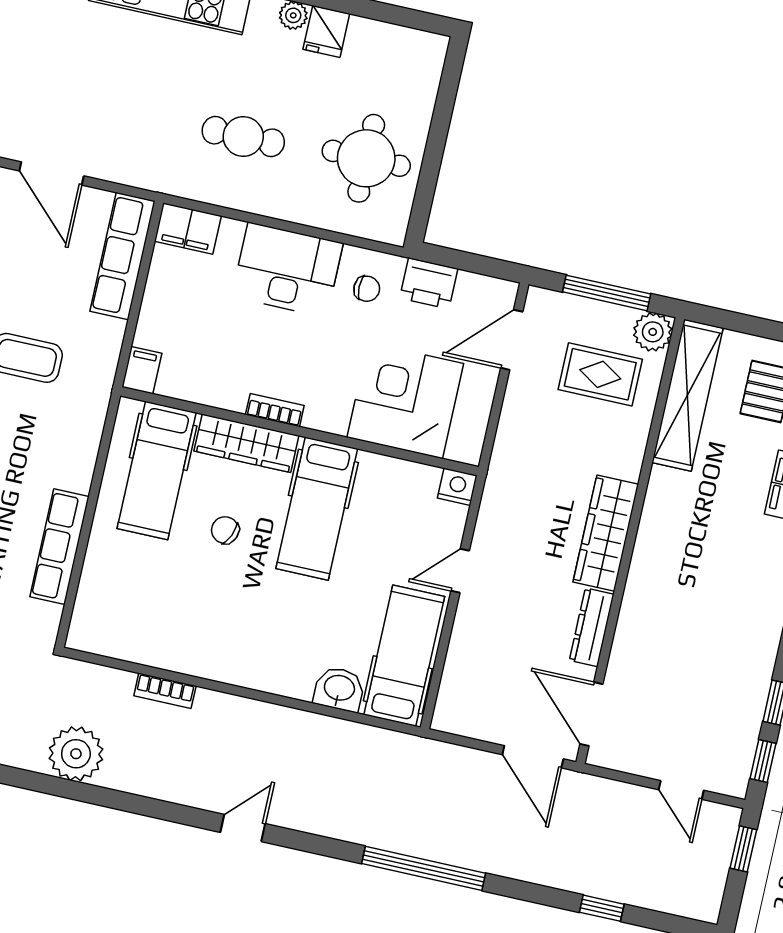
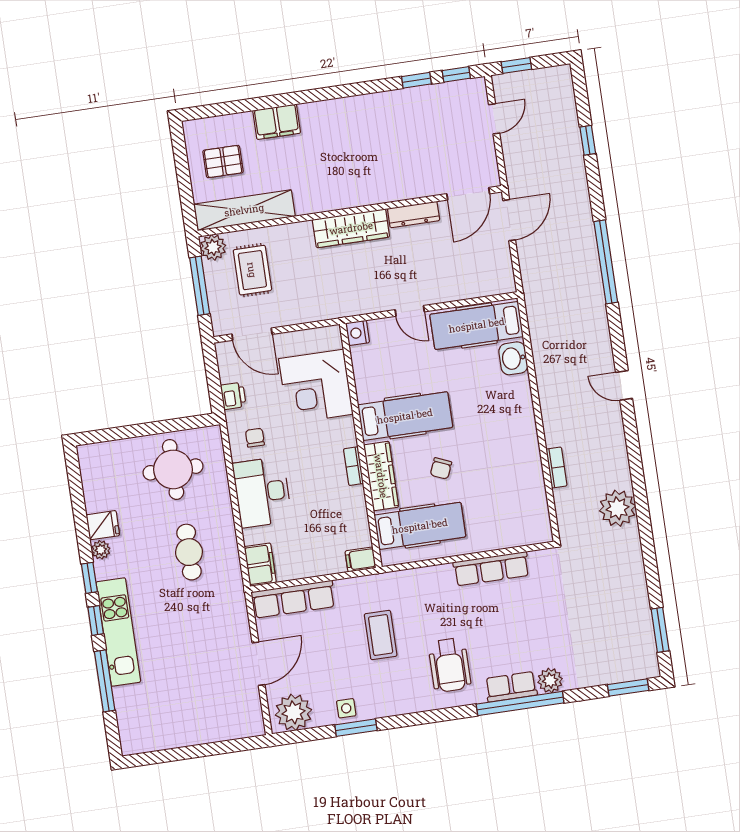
printer: (429, 283) -> (233, 396), width x0.73, depth x0.81

